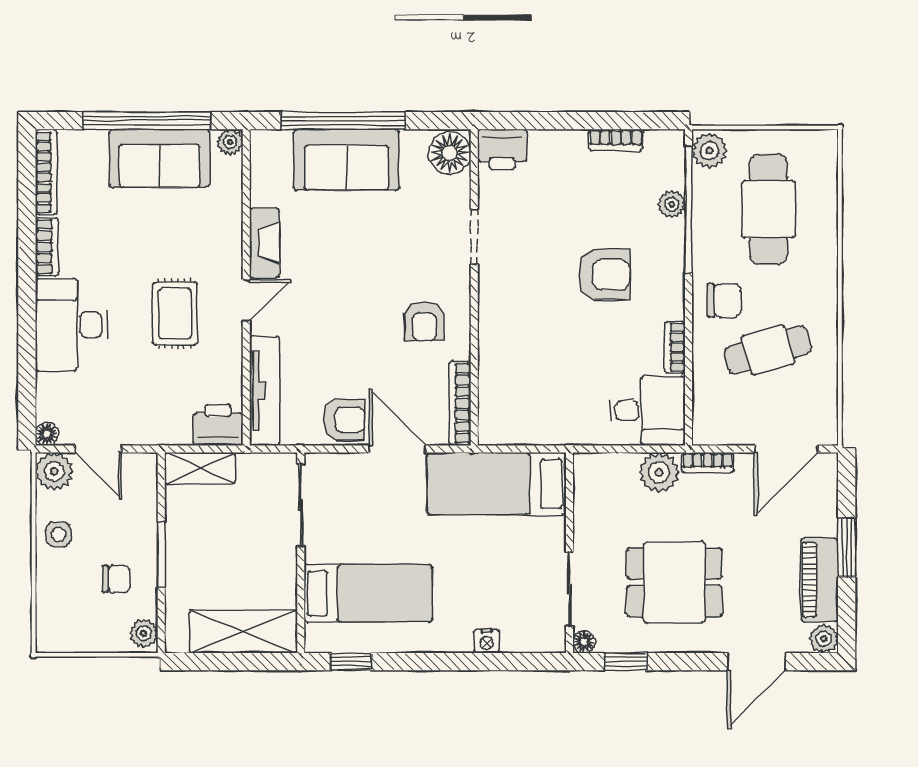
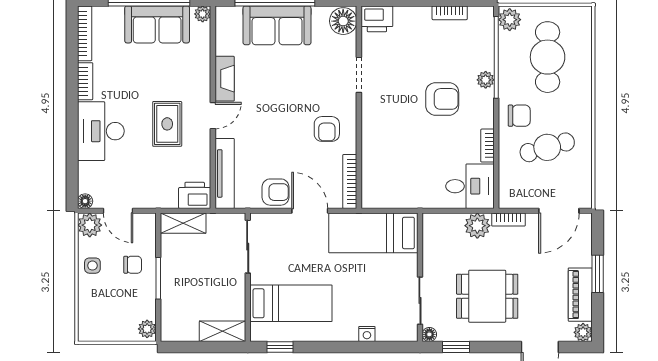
plant: (672, 204) -> (486, 80), moved
chair: (116, 579) -> (133, 265), moved
shelving: (243, 632) -> (222, 331), width x0.67, depth x0.75

